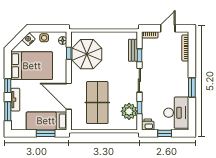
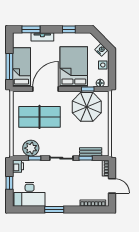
bed: (32, 66) -> (74, 67), moved, turned 180
window: (8, 86) -> (69, 29), moved
window: (46, 133) -> (9, 66), width x1.44

